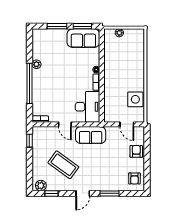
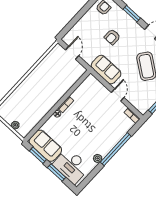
side table: (135, 99) -> (49, 65), removed
desk: (88, 107) -> (71, 166), moved, turned -90
armchair: (136, 151) -> (112, 37), moved

